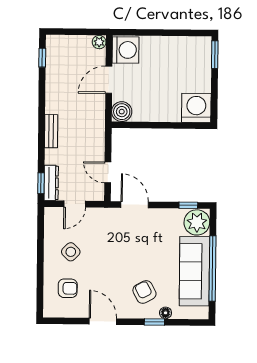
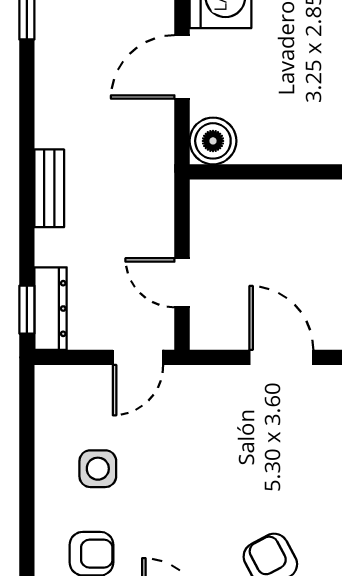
door: (75, 204) -> (138, 357), moved
door: (135, 205) -> (281, 357), moved
side table: (71, 252) -> (98, 469), turned 45

